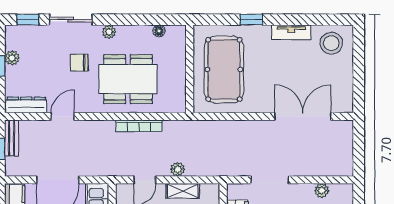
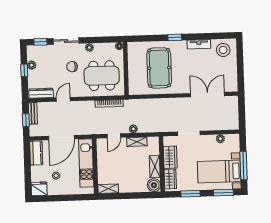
wall: (190, 69) -> (126, 69), moved

